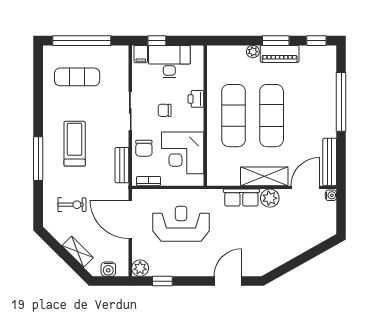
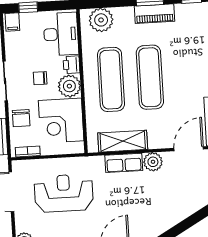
plant: (253, 52) -> (101, 20), moved, width x1.88, depth x1.88
desk: (169, 62) -> (61, 34), moved, turned 90
plant: (193, 120) -> (69, 86), added
shelving: (264, 176) -> (123, 141), moved

